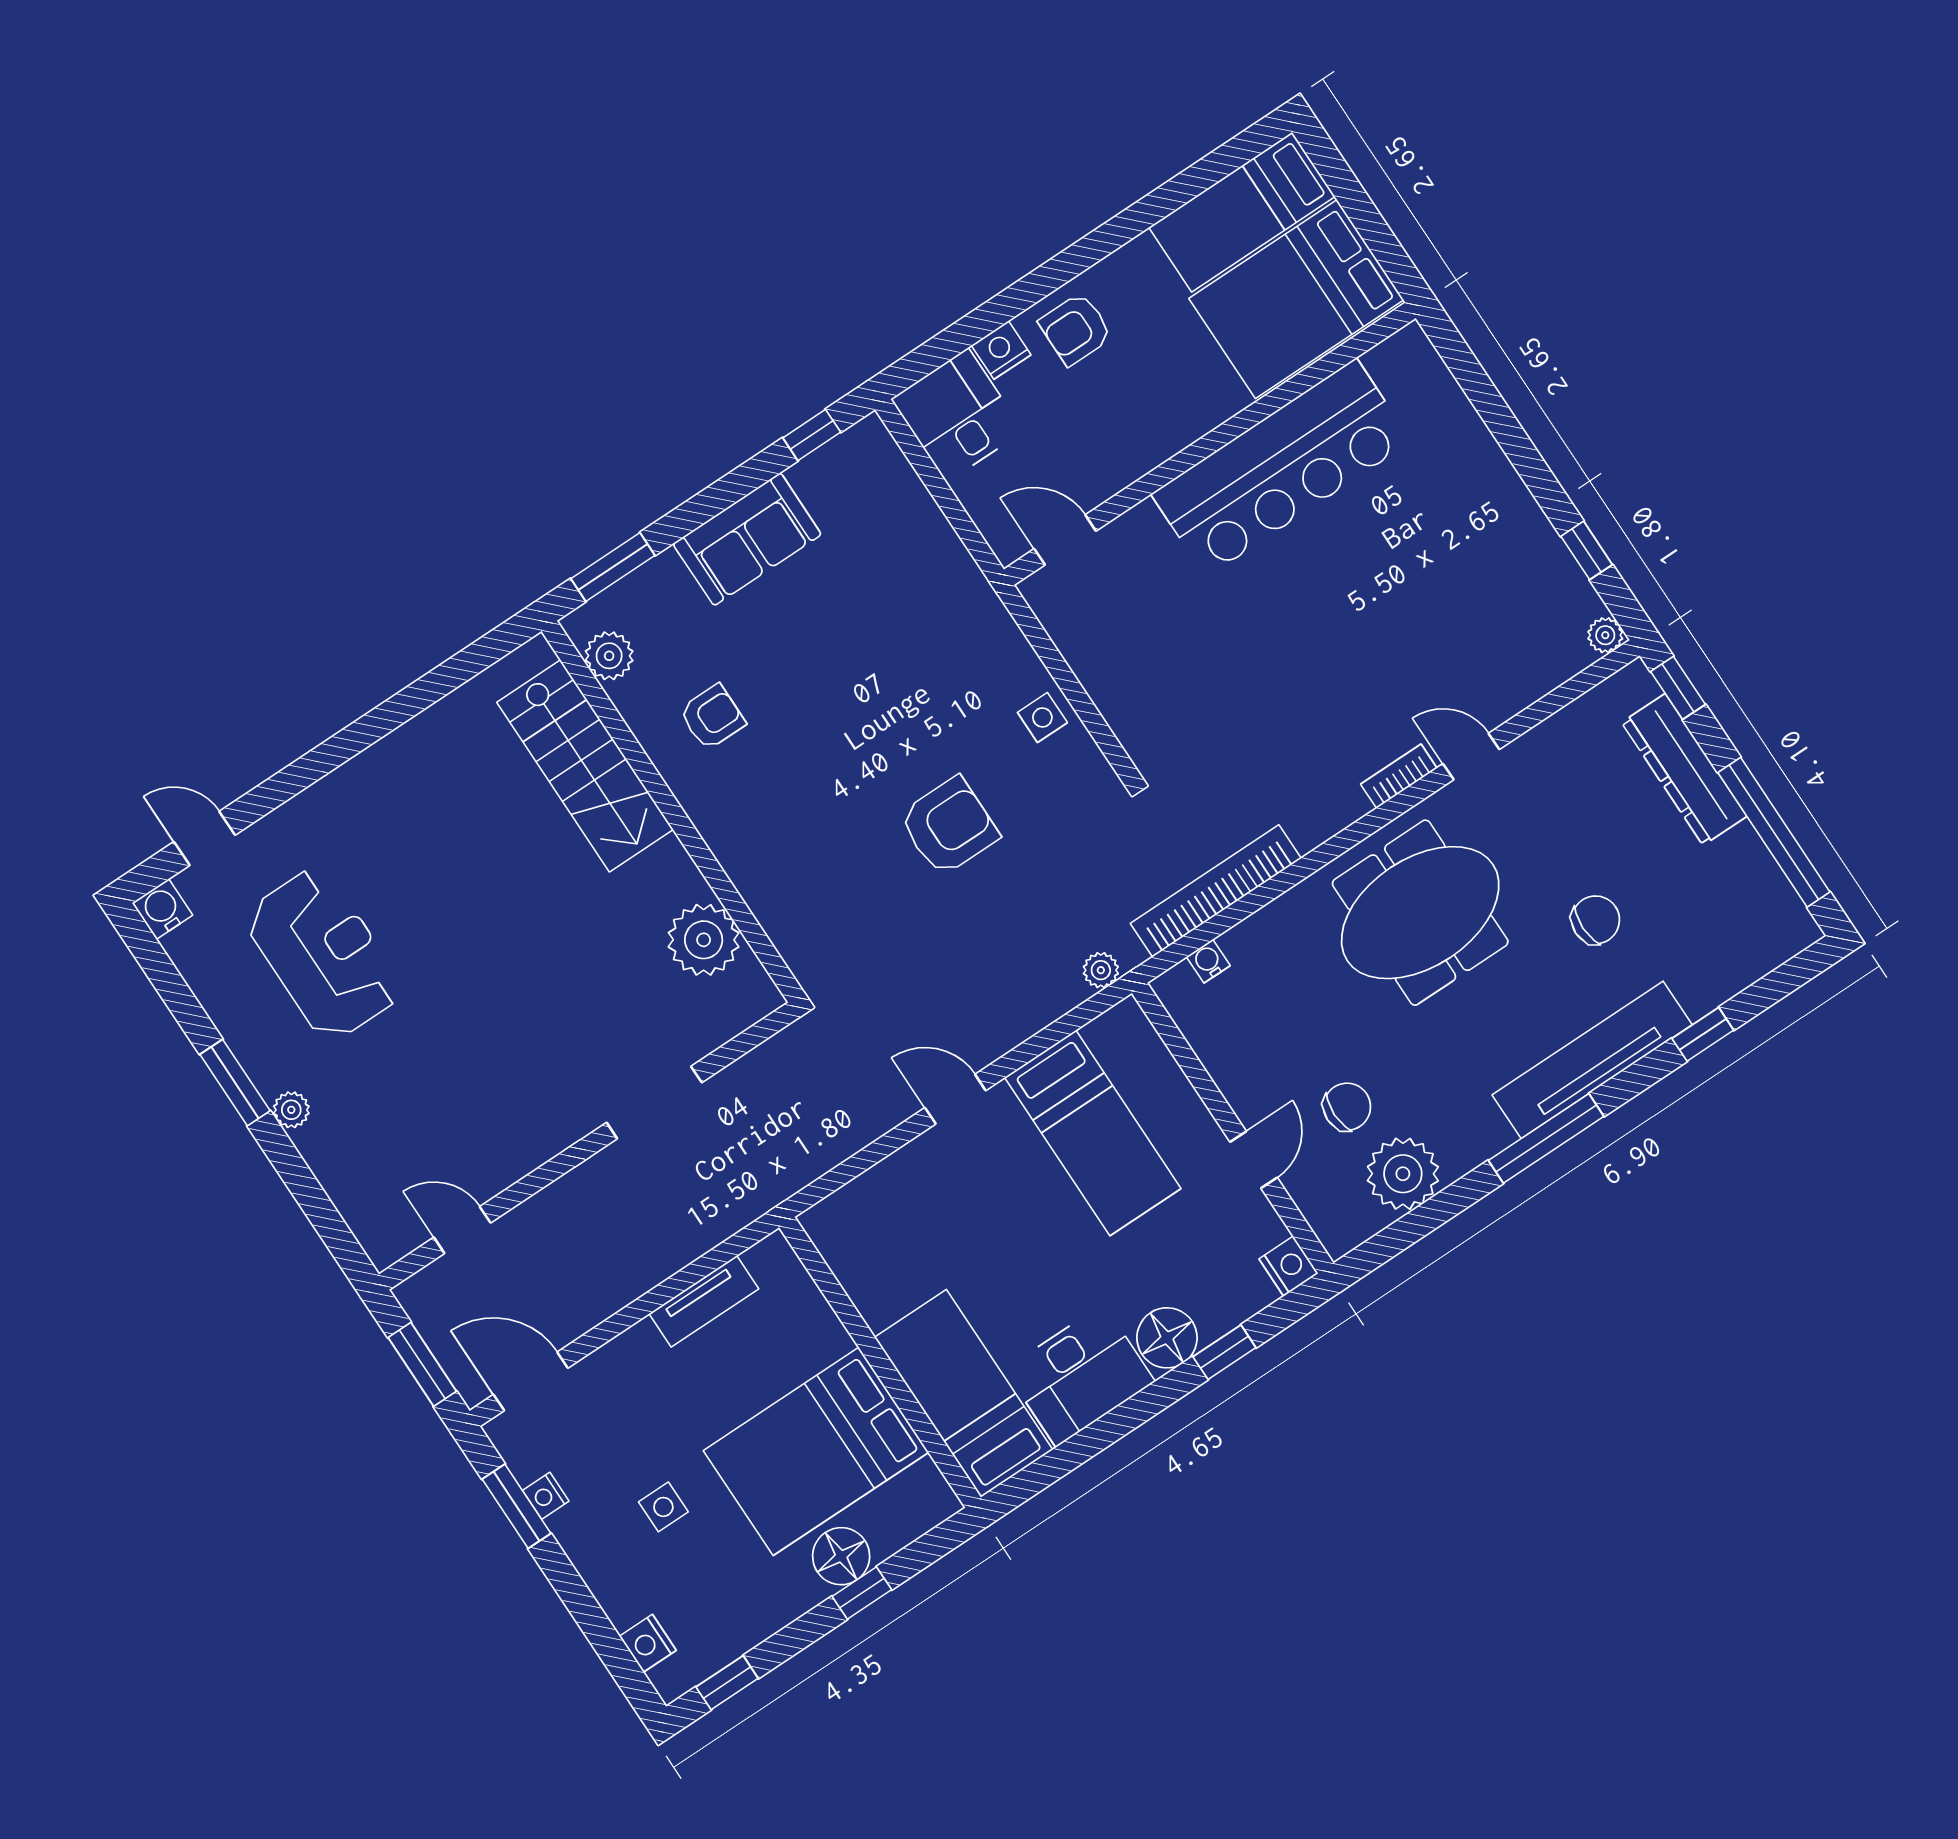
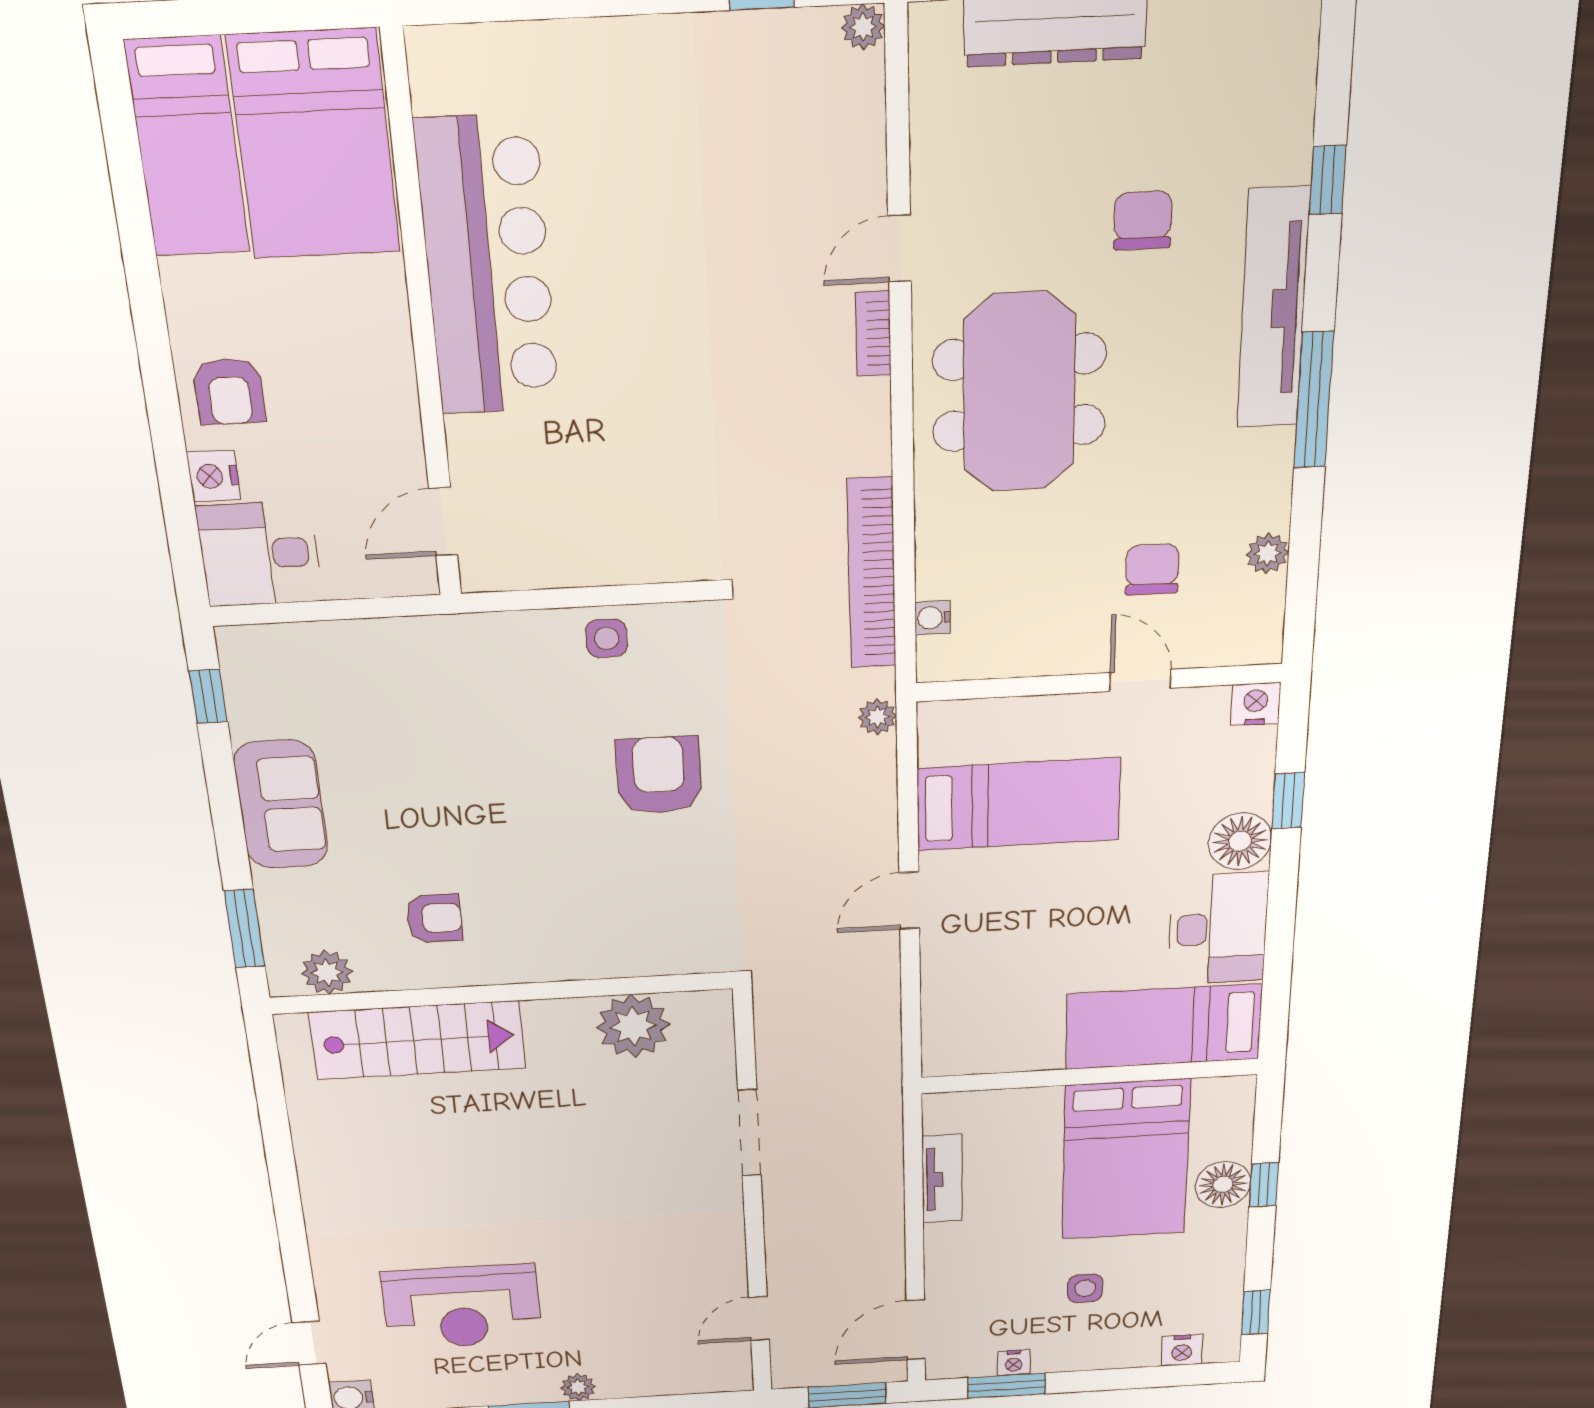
armchair: (712, 717) -> (434, 918), turned 90
reception desk: (324, 954) -> (462, 1307), turned 180
plant: (1403, 1174) -> (1268, 553), width x0.53, depth x0.53

